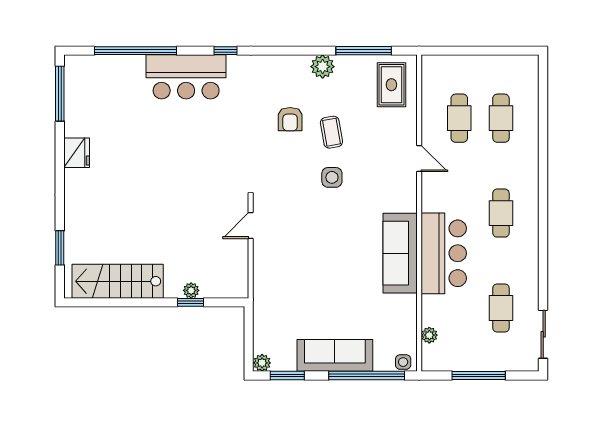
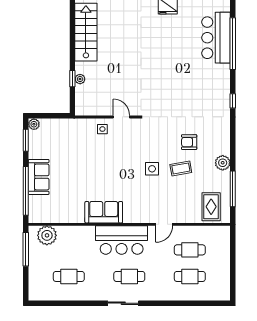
bar counter: (186, 77) -> (216, 38), moved
rug: (391, 85) -> (211, 207), turned 90
sofa: (400, 253) -> (104, 212), width x0.73
bar counter: (444, 253) -> (122, 240), moved
sliding door: (543, 334) -> (123, 303), moved
plant: (429, 335) -> (47, 235), width x1.88, depth x1.88
sofa: (335, 355) -> (39, 177), width x0.73
side table: (403, 362) -> (102, 129), moved
window: (479, 376) -> (26, 249), moved

